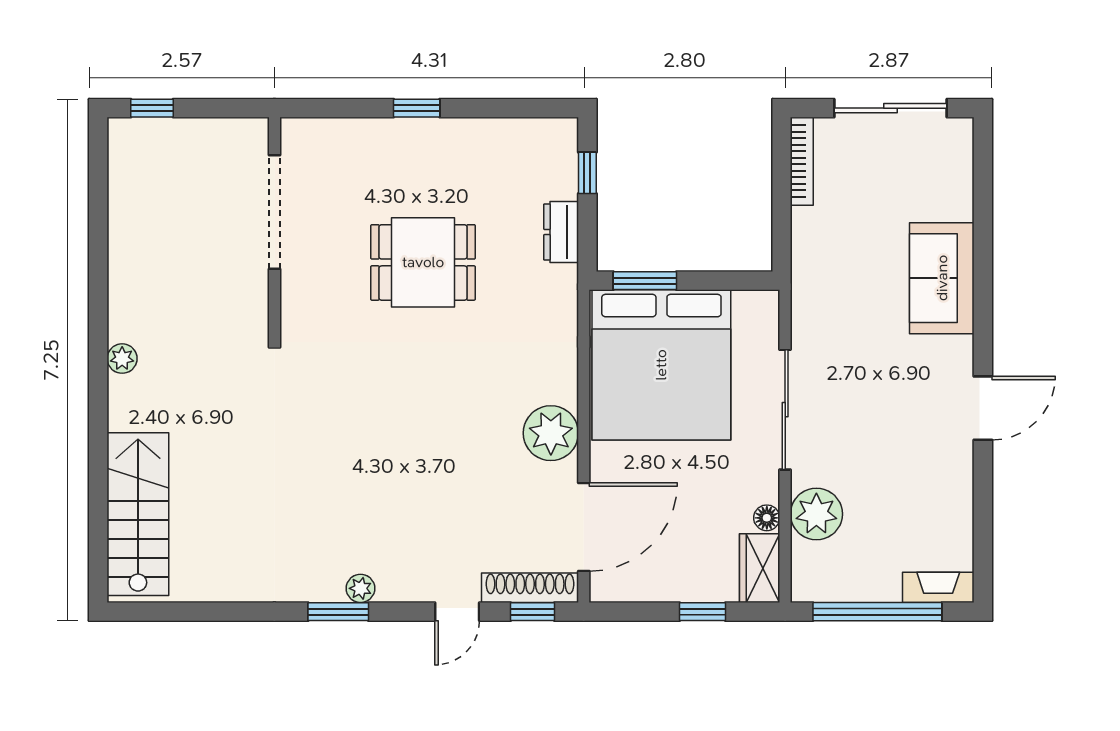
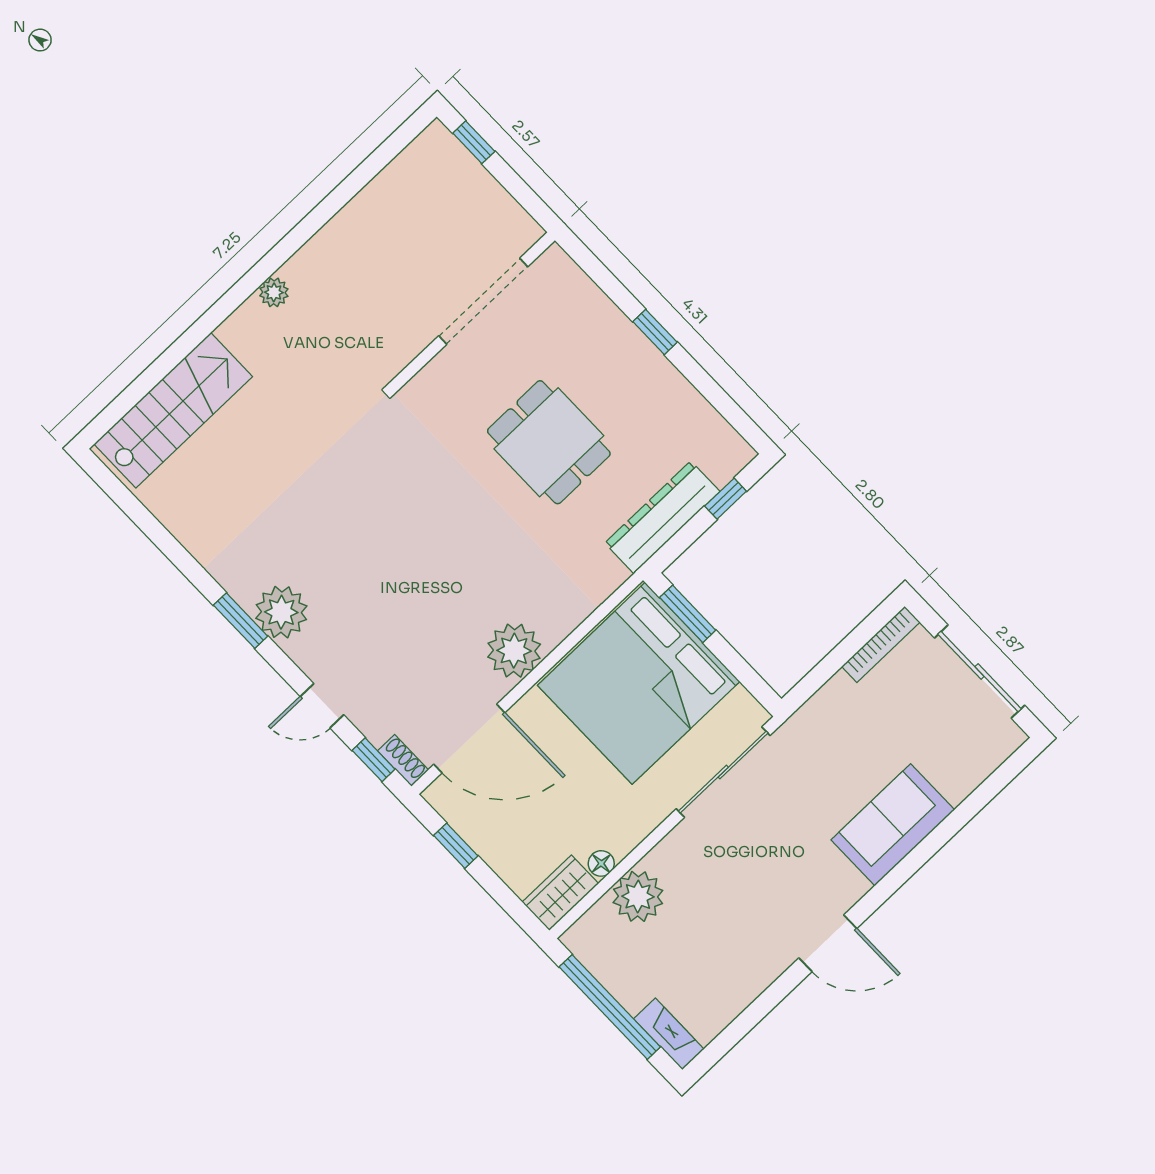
dresser: (561, 232) -> (662, 517), width x1.96, depth x1.24
sliding door: (785, 410) -> (723, 772), moved
plant: (361, 588) -> (281, 612), width x1.88, depth x1.88
shoe rack: (530, 588) -> (403, 760), width x0.51, depth x0.81
window: (702, 612) -> (456, 846), moved

